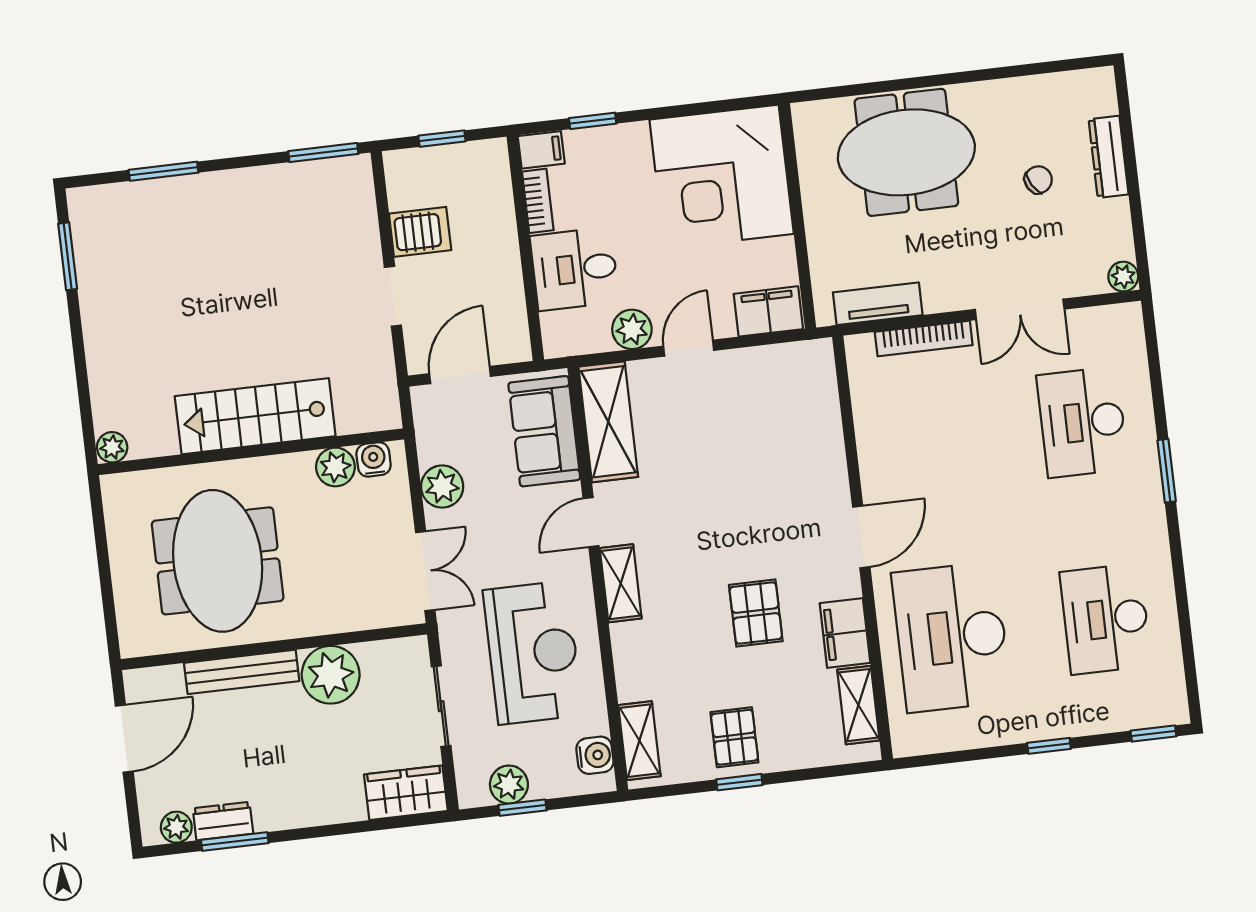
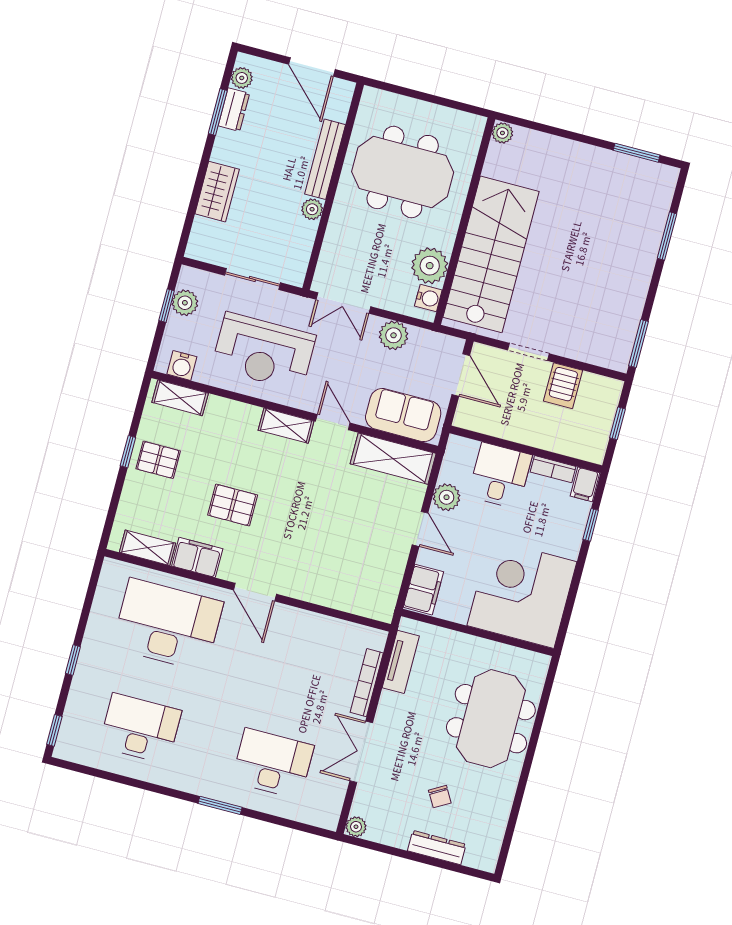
stairs: (255, 416) -> (491, 254), width x1.36, depth x1.51
plant: (335, 467) -> (430, 266), width x1.36, depth x1.36
plant: (331, 675) -> (312, 209), width x0.53, depth x0.53
wardrobe: (406, 793) -> (217, 192), moved

